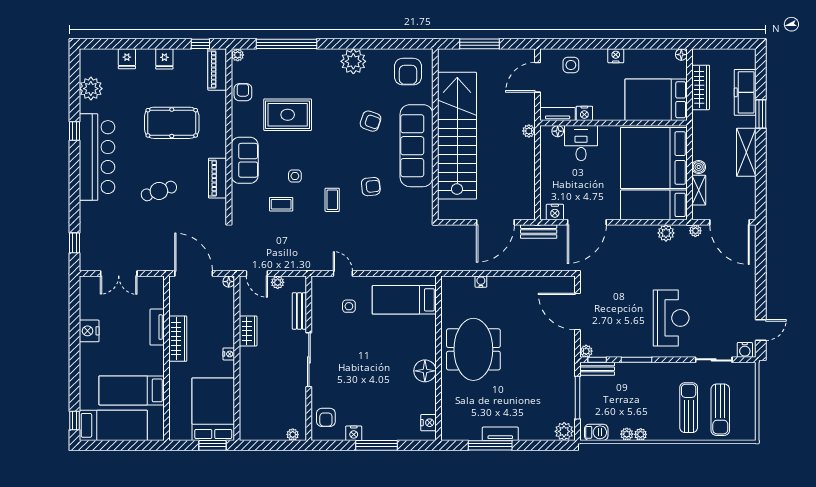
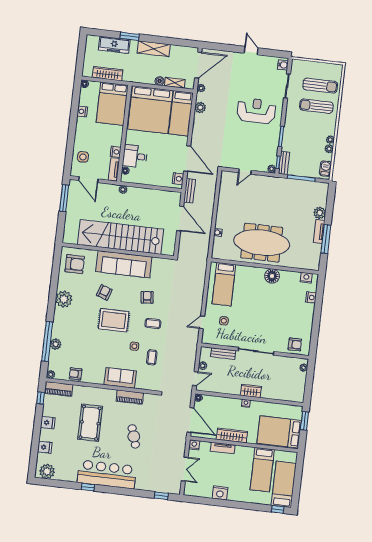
window: (479, 44) -> (64, 198), moved
nightstand: (616, 56) -> (82, 111), moved
plant: (284, 57) -> (56, 344), added
plant: (91, 89) -> (47, 471), moved
rug: (288, 115) -> (114, 320), moved, turned 90
door: (194, 273) -> (190, 420), swing flipped
nightstand: (157, 284) -> (194, 445), added
door: (578, 311) -> (245, 171), width x0.53
door: (761, 330) -> (251, 51), moved
wardrobe: (248, 331) -> (251, 391), moved
meeting table: (473, 349) -> (262, 243), width x1.36
bed: (213, 409) -> (279, 432), moved
plant: (564, 431) -> (320, 213), moved
nightstand: (354, 433) -> (311, 297), moved
window: (376, 445) -> (317, 313), removed

